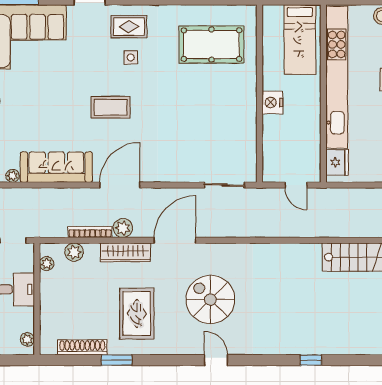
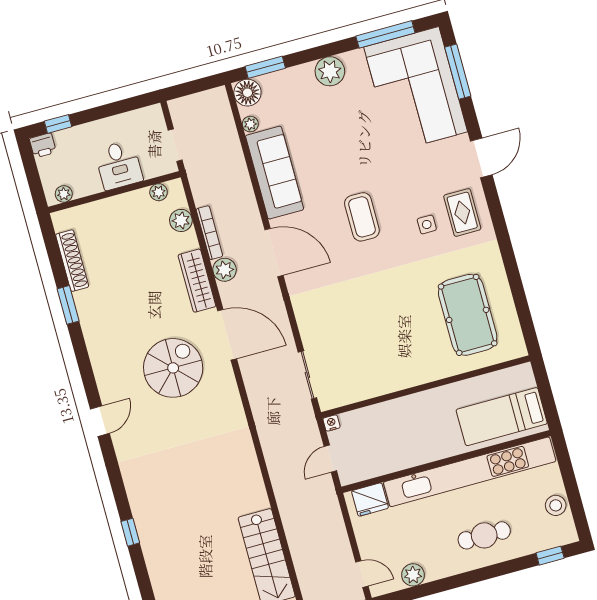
nightstand: (272, 102) -> (331, 423), moved, width x0.53, depth x0.56
spiral stairs: (210, 299) -> (173, 368), moved
rug: (137, 314) -> (129, 313), removed

